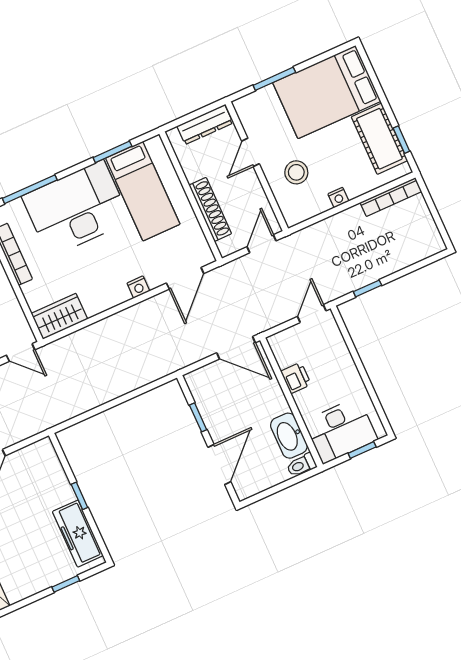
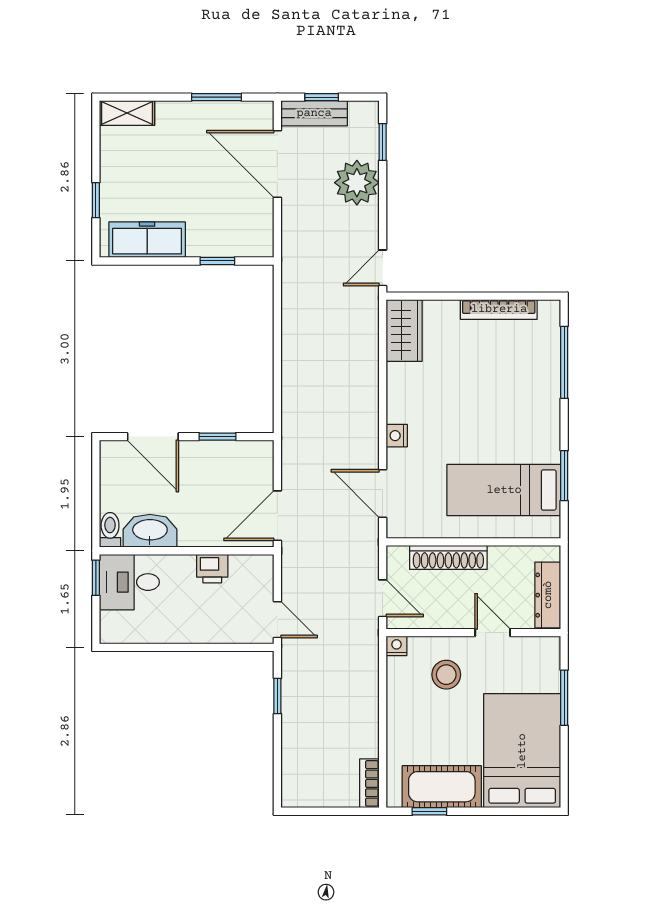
bookcase: (391, 197) -> (369, 783), width x0.64
nightstand: (338, 198) -> (396, 646), moved, turned 90
desk: (76, 209) -> (518, 405), removed
desk: (341, 430) -> (129, 582), width x0.73
window: (362, 450) -> (96, 578), moved
window: (79, 496) -> (217, 261), moved

